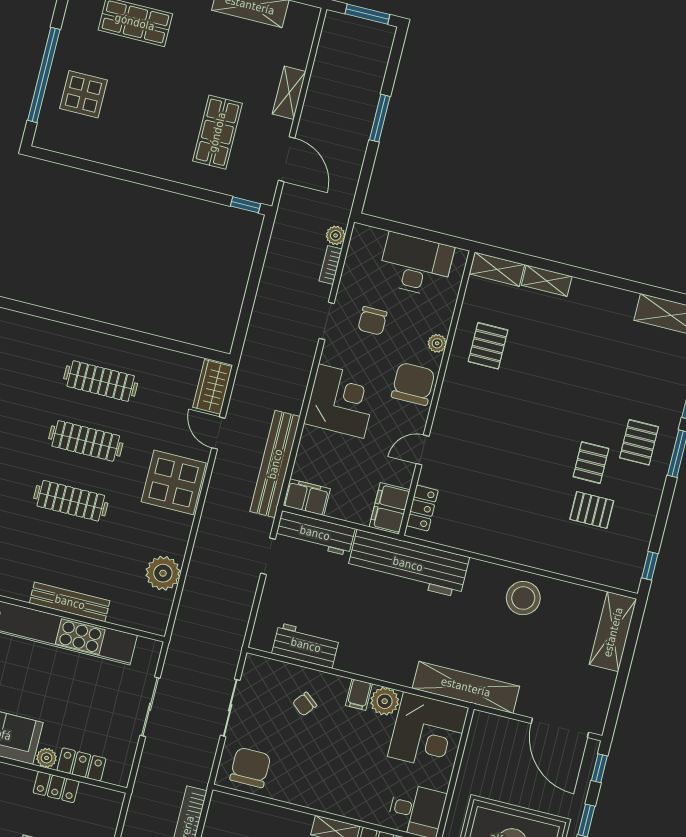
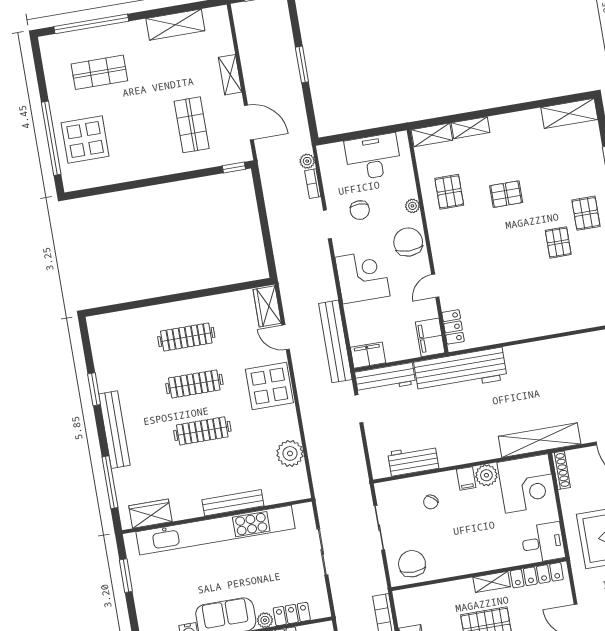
display table: (83, 94) -> (85, 140), width x1.36, depth x1.36
pallet: (592, 510) -> (506, 194), moved
stool: (523, 598) -> (552, 359), removed
shoe rack: (476, 734) -> (561, 470), added

